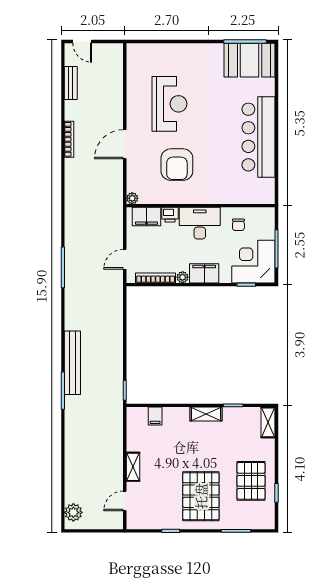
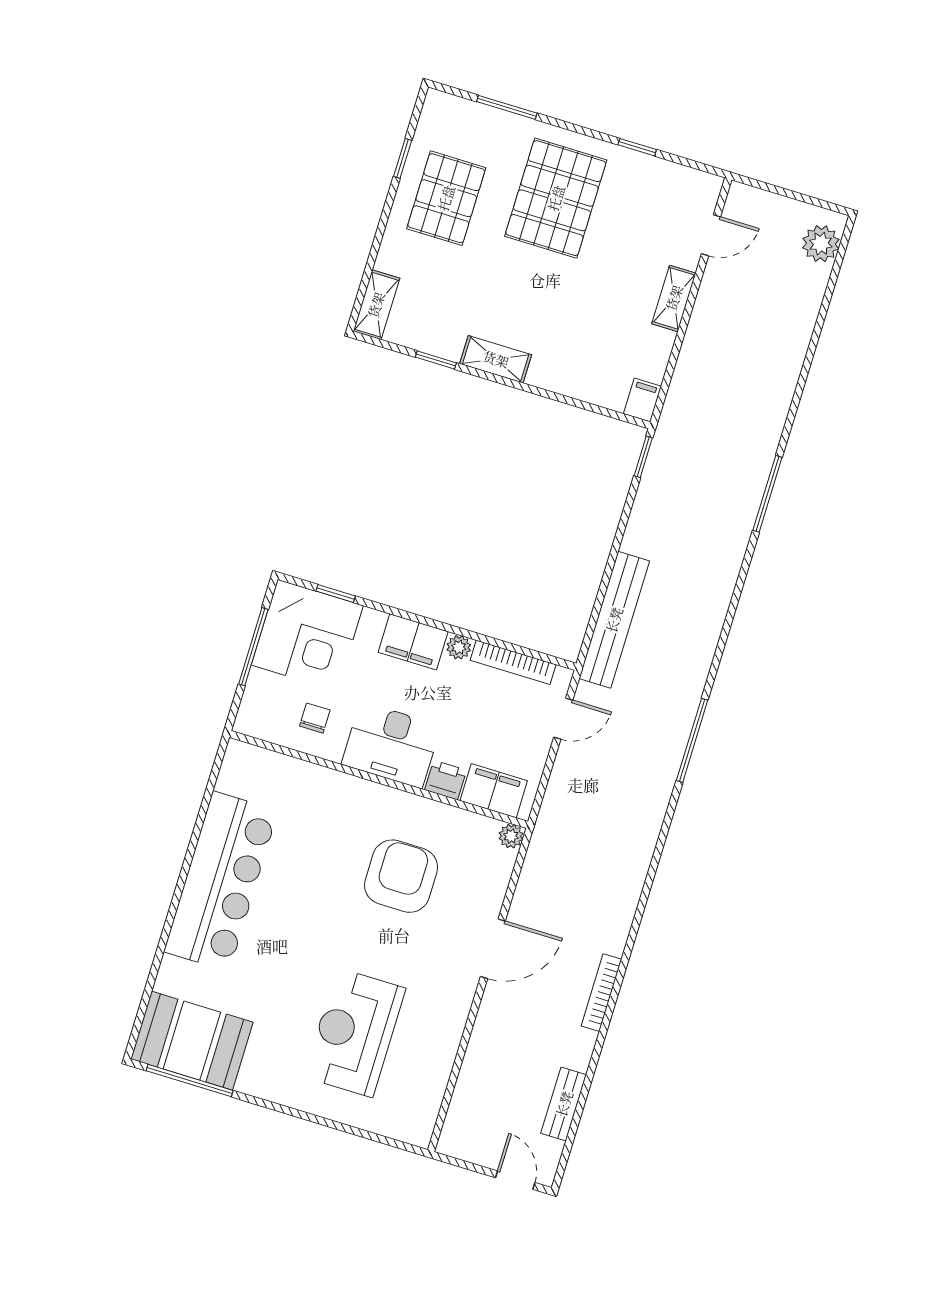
reception desk: (170, 104) -> (355, 1033), moved
bench: (72, 363) -> (614, 620), moved
filing cabinet: (155, 416) -> (642, 400), moved

